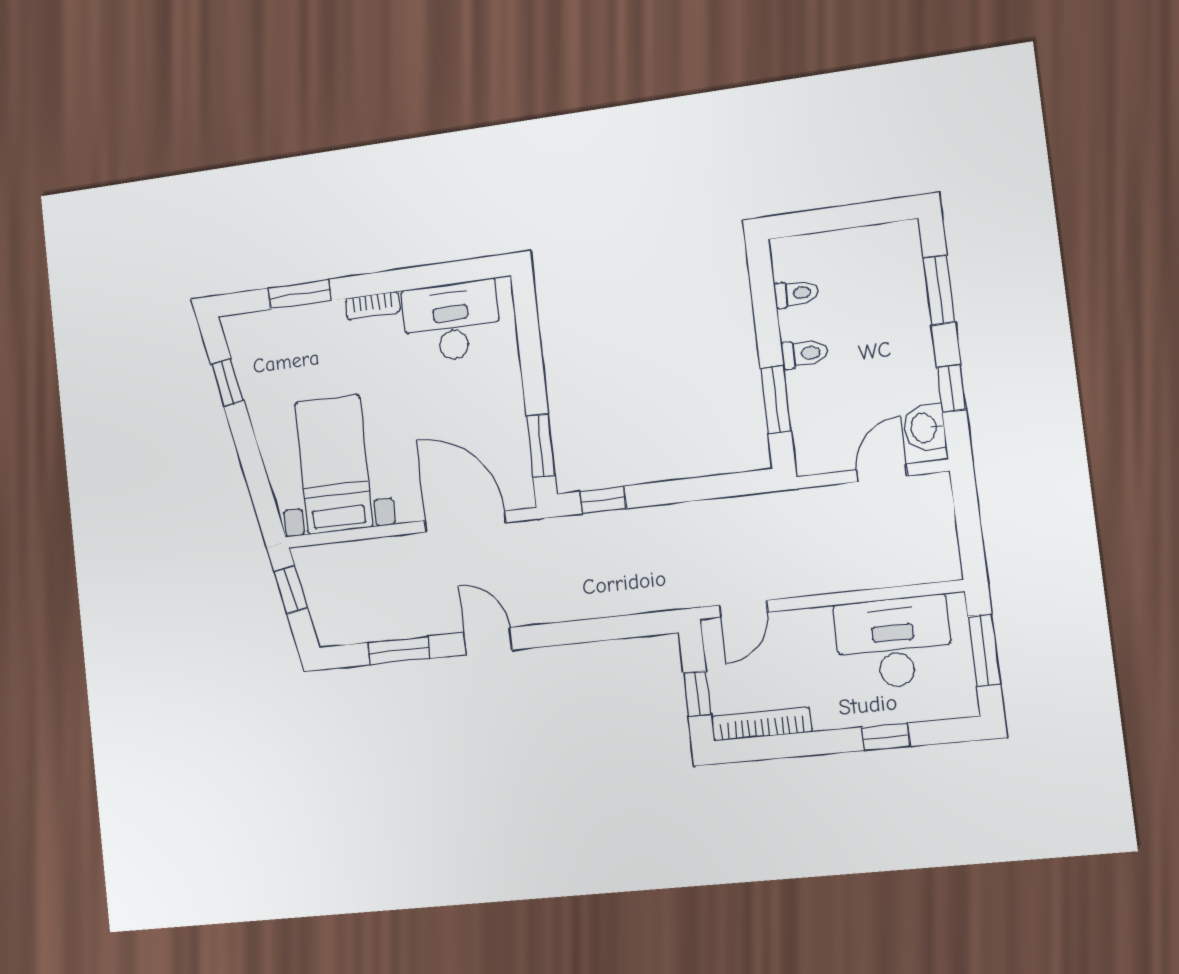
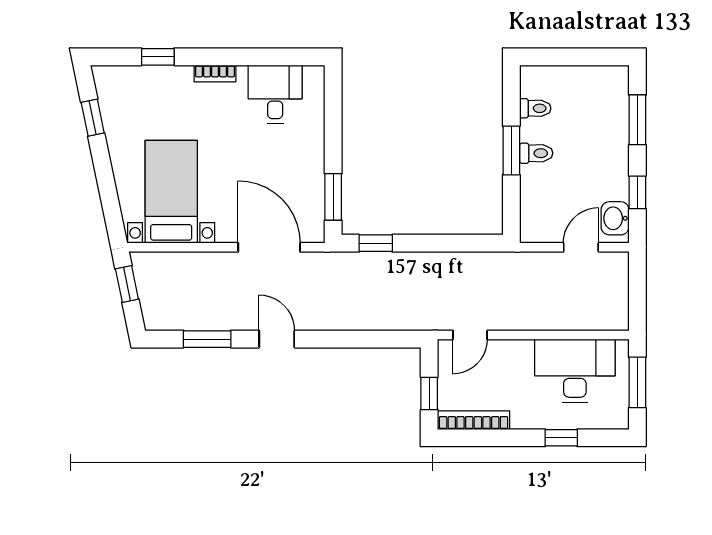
window: (299, 294) -> (158, 57), width x0.67
desk: (451, 322) -> (275, 94), width x0.73
window: (776, 400) -> (511, 150), moved

